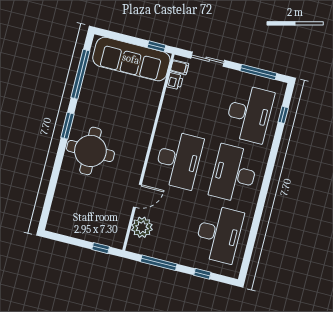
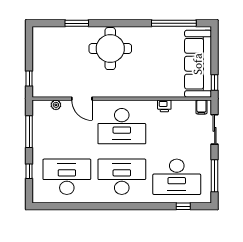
printer: (175, 81) -> (164, 106), moved
window: (67, 126) -> (77, 23), moved
plant: (142, 227) -> (56, 105), width x0.53, depth x0.53
desk: (219, 234) -> (67, 177), turned 180

